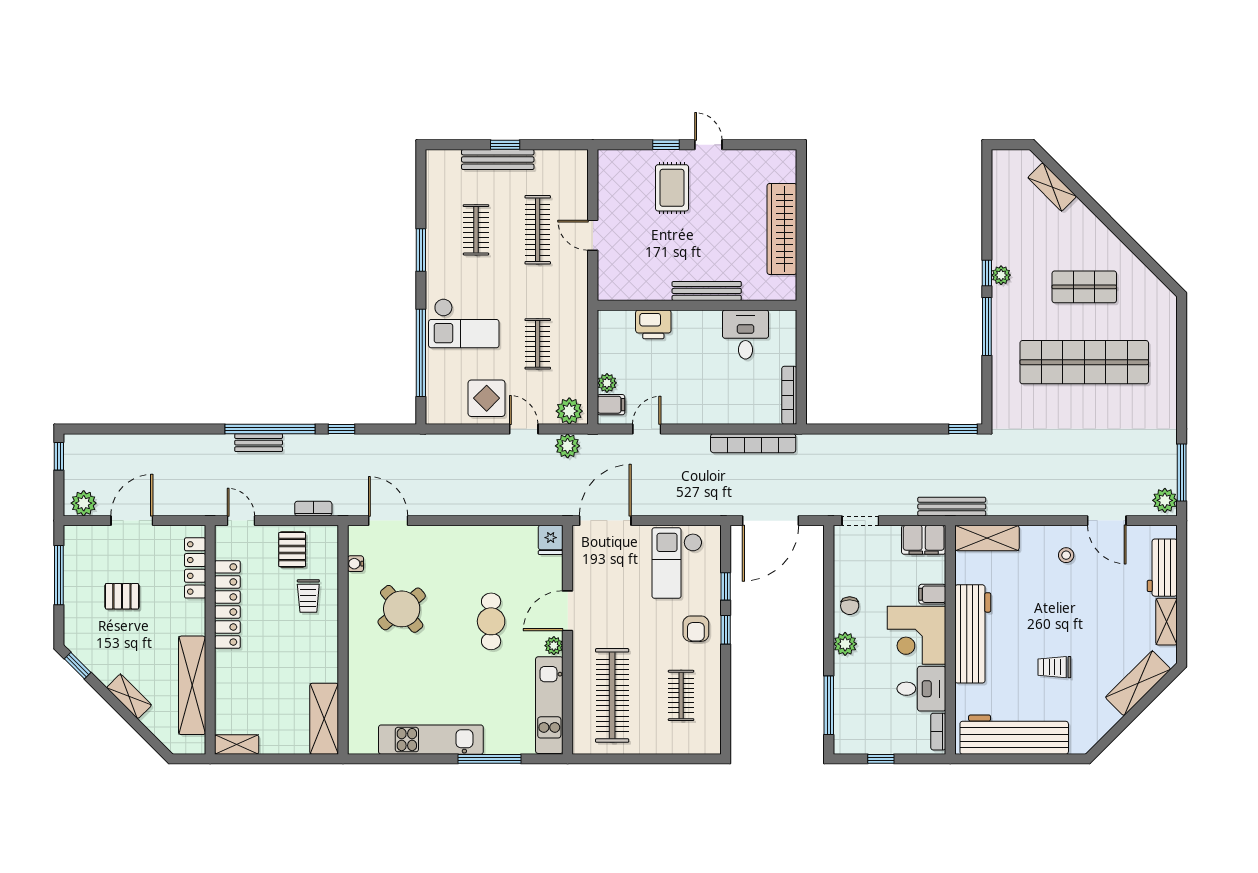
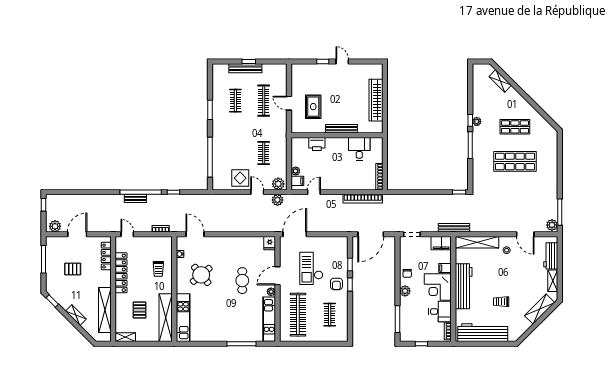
rug: (672, 188) -> (313, 107), moved
checkout: (464, 323) -> (230, 144), removed
shop shelf: (1084, 362) -> (515, 161), width x0.71
shelving: (987, 538) -> (477, 242), width x1.47
pallet: (292, 550) -> (140, 310), moved
checkout: (677, 563) -> (311, 268), moved
shelving: (324, 719) -> (166, 318), width x1.47
kitchen unit: (431, 740) -> (183, 318), moved, turned 90

